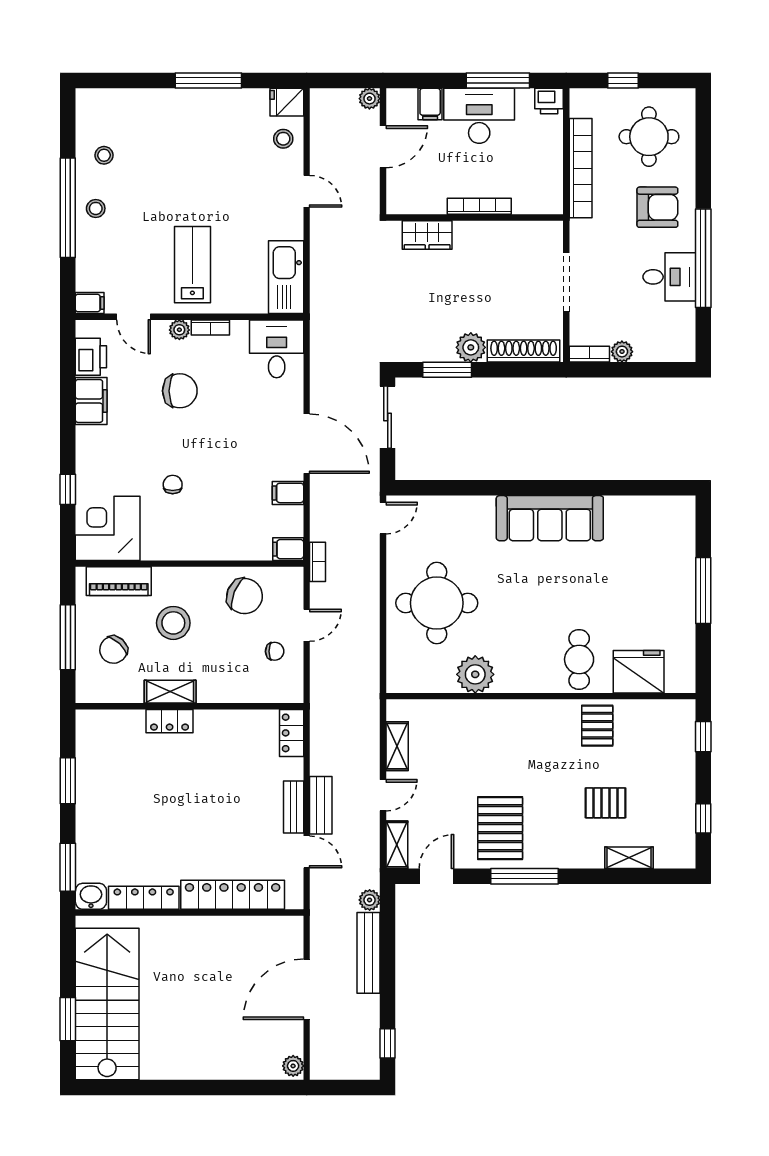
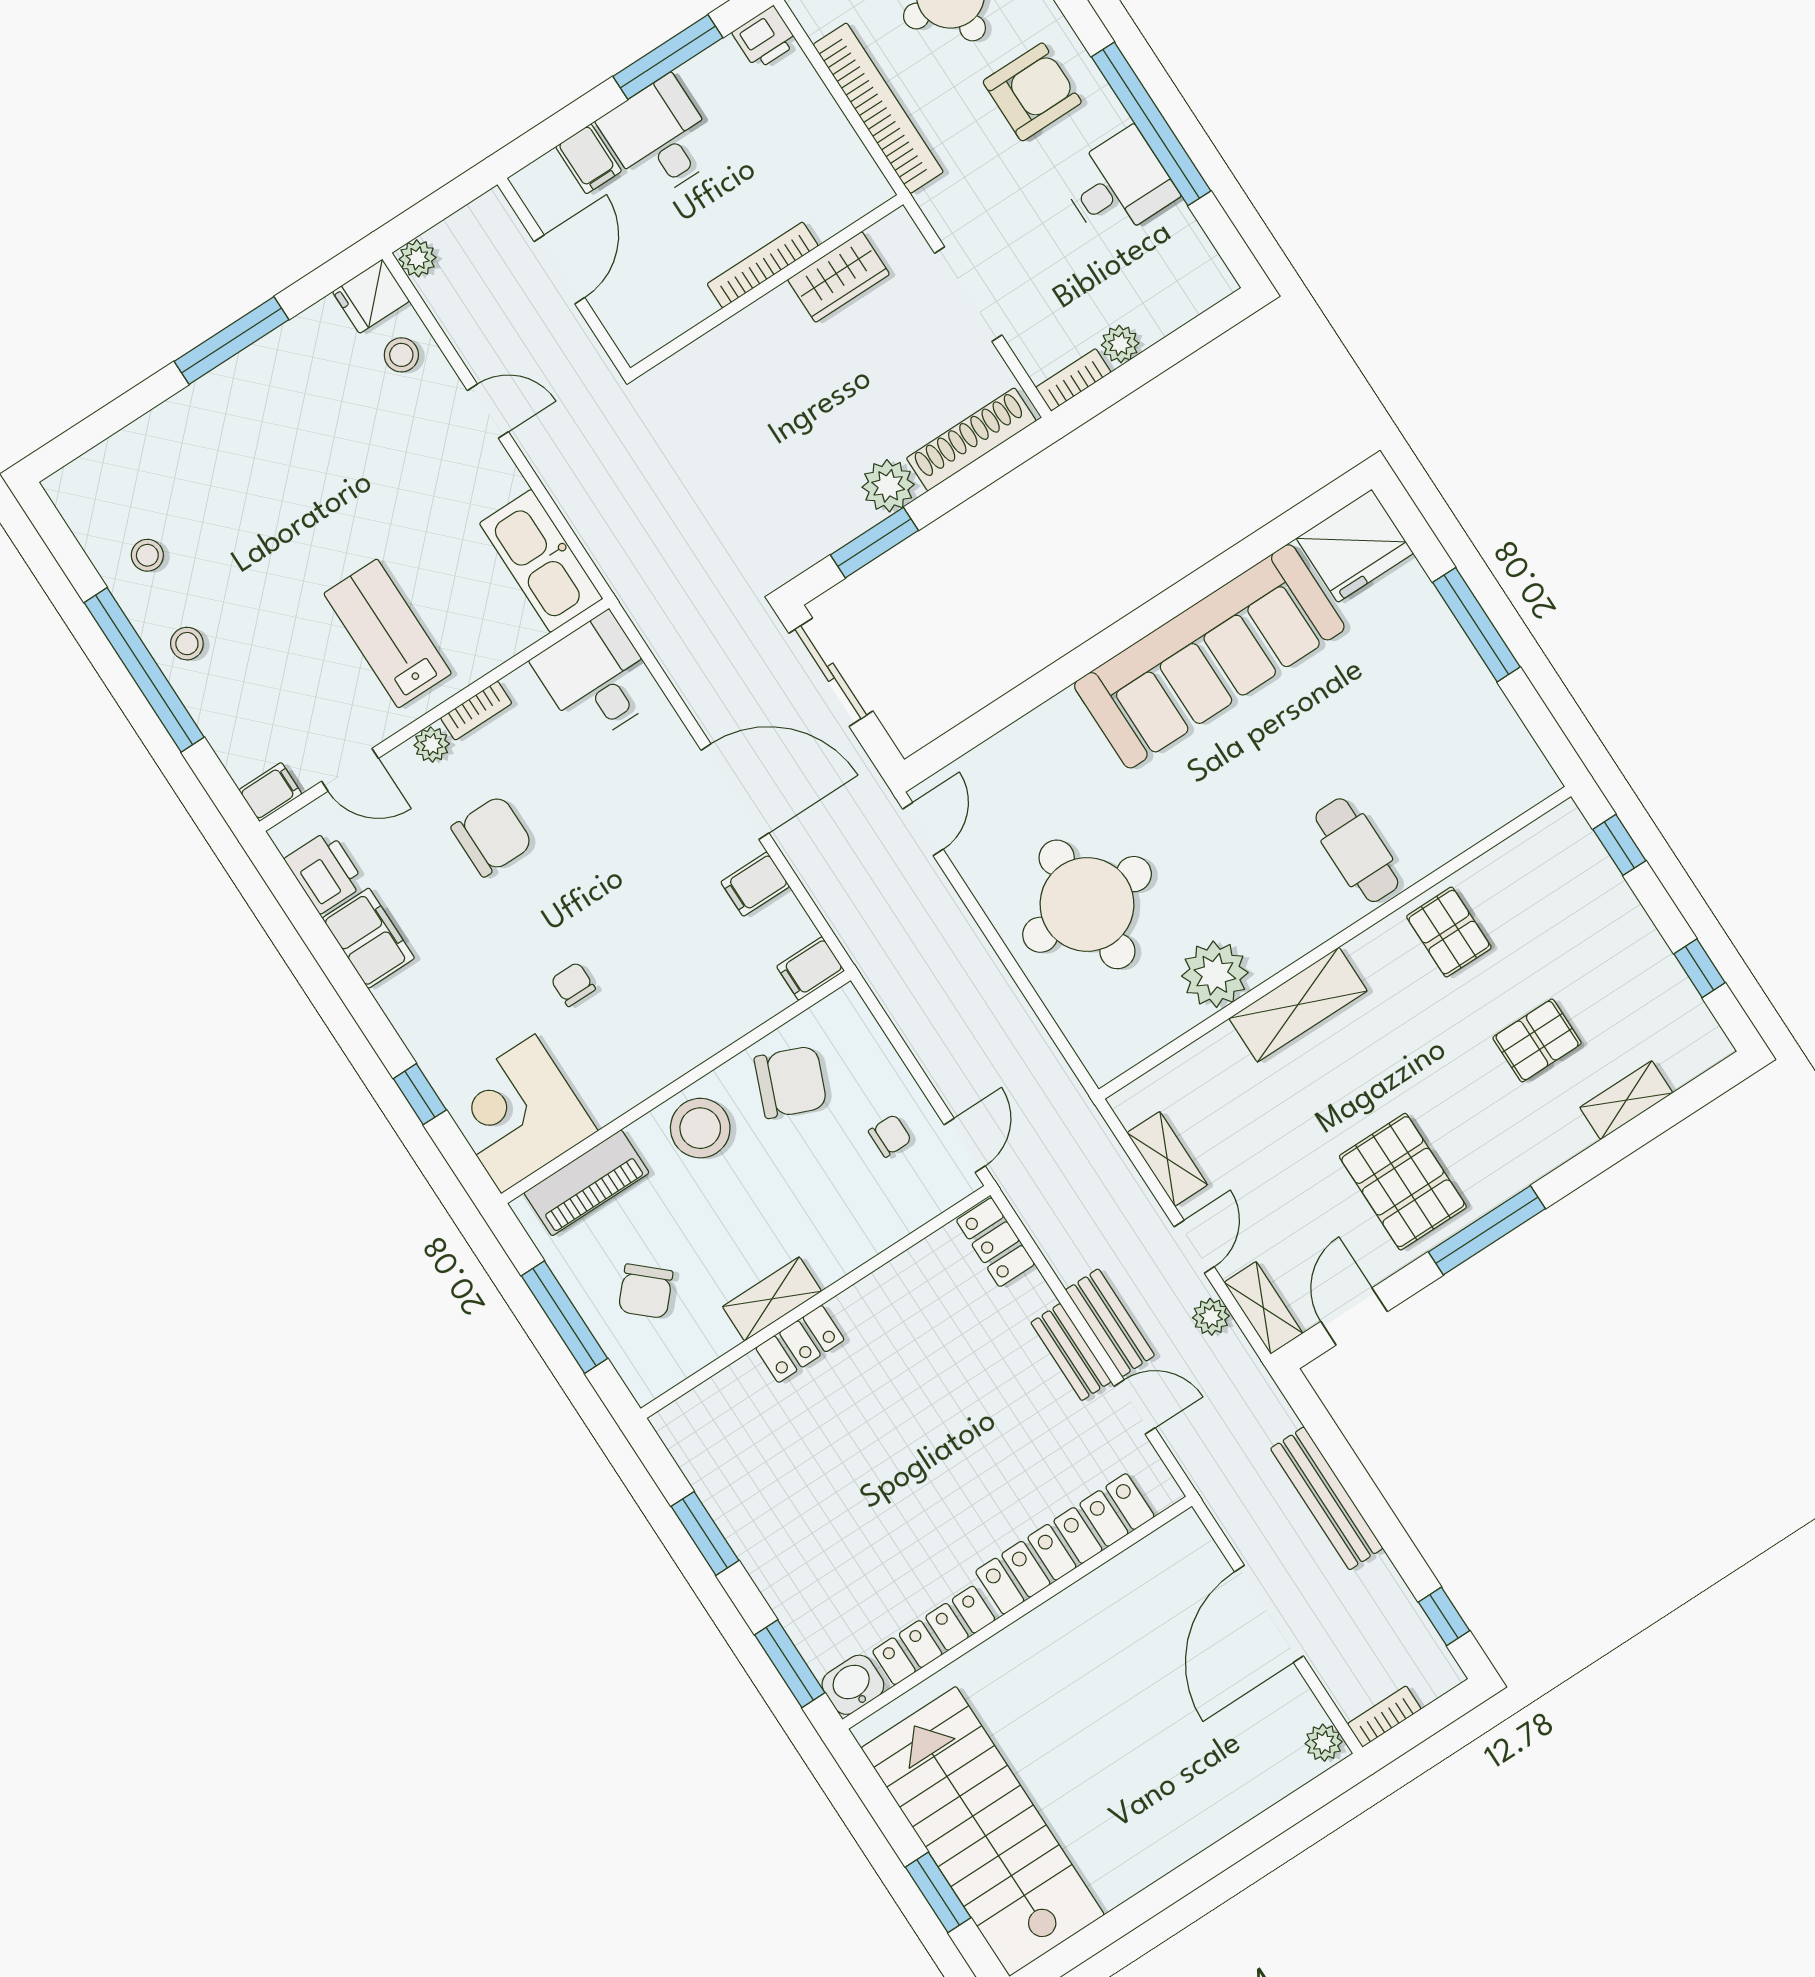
plant: (369, 99) -> (418, 258), moved
desk: (479, 116) -> (660, 138), width x0.73
wardrobe: (427, 235) -> (839, 277), moved
sofa: (550, 518) -> (1209, 656), width x1.36, depth x1.27
bookcase: (318, 562) -> (1384, 1716), moved, turned -90
stool: (173, 623) -> (700, 1128), moved
door: (307, 625) -> (965, 1145), moved
fridge: (639, 672) -> (1355, 546), moved, turned 180
shelving: (505, 714) -> (1298, 1005), added
plant: (370, 900) -> (1211, 1317), moved

